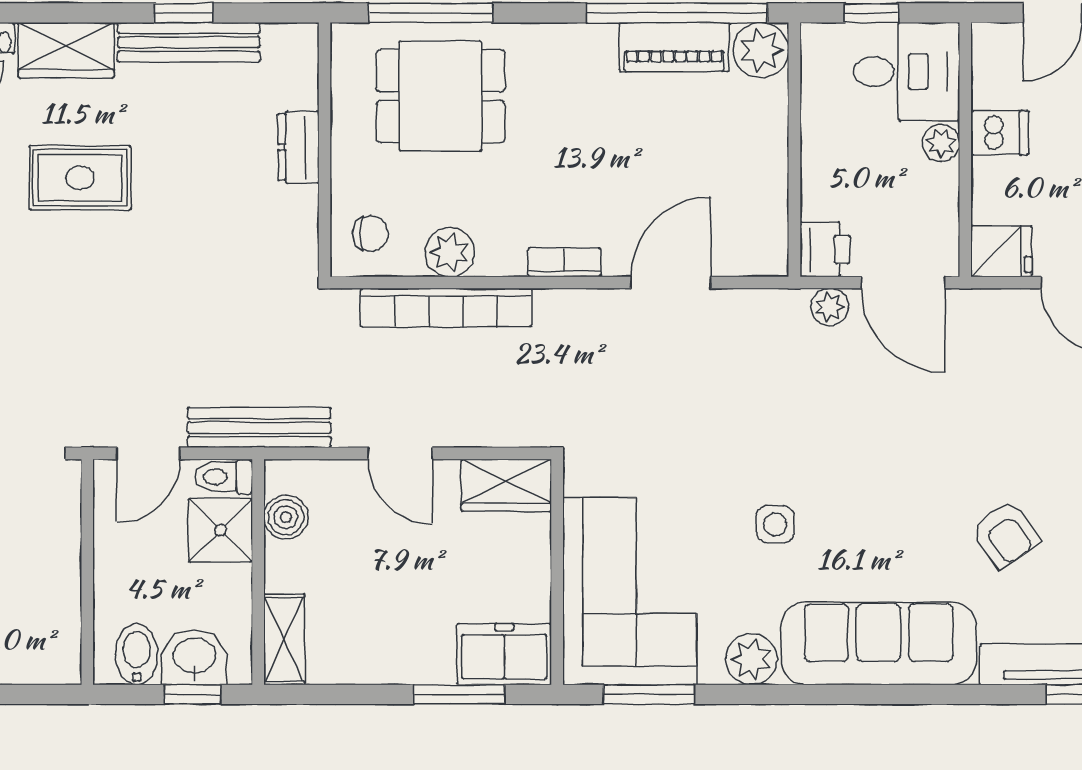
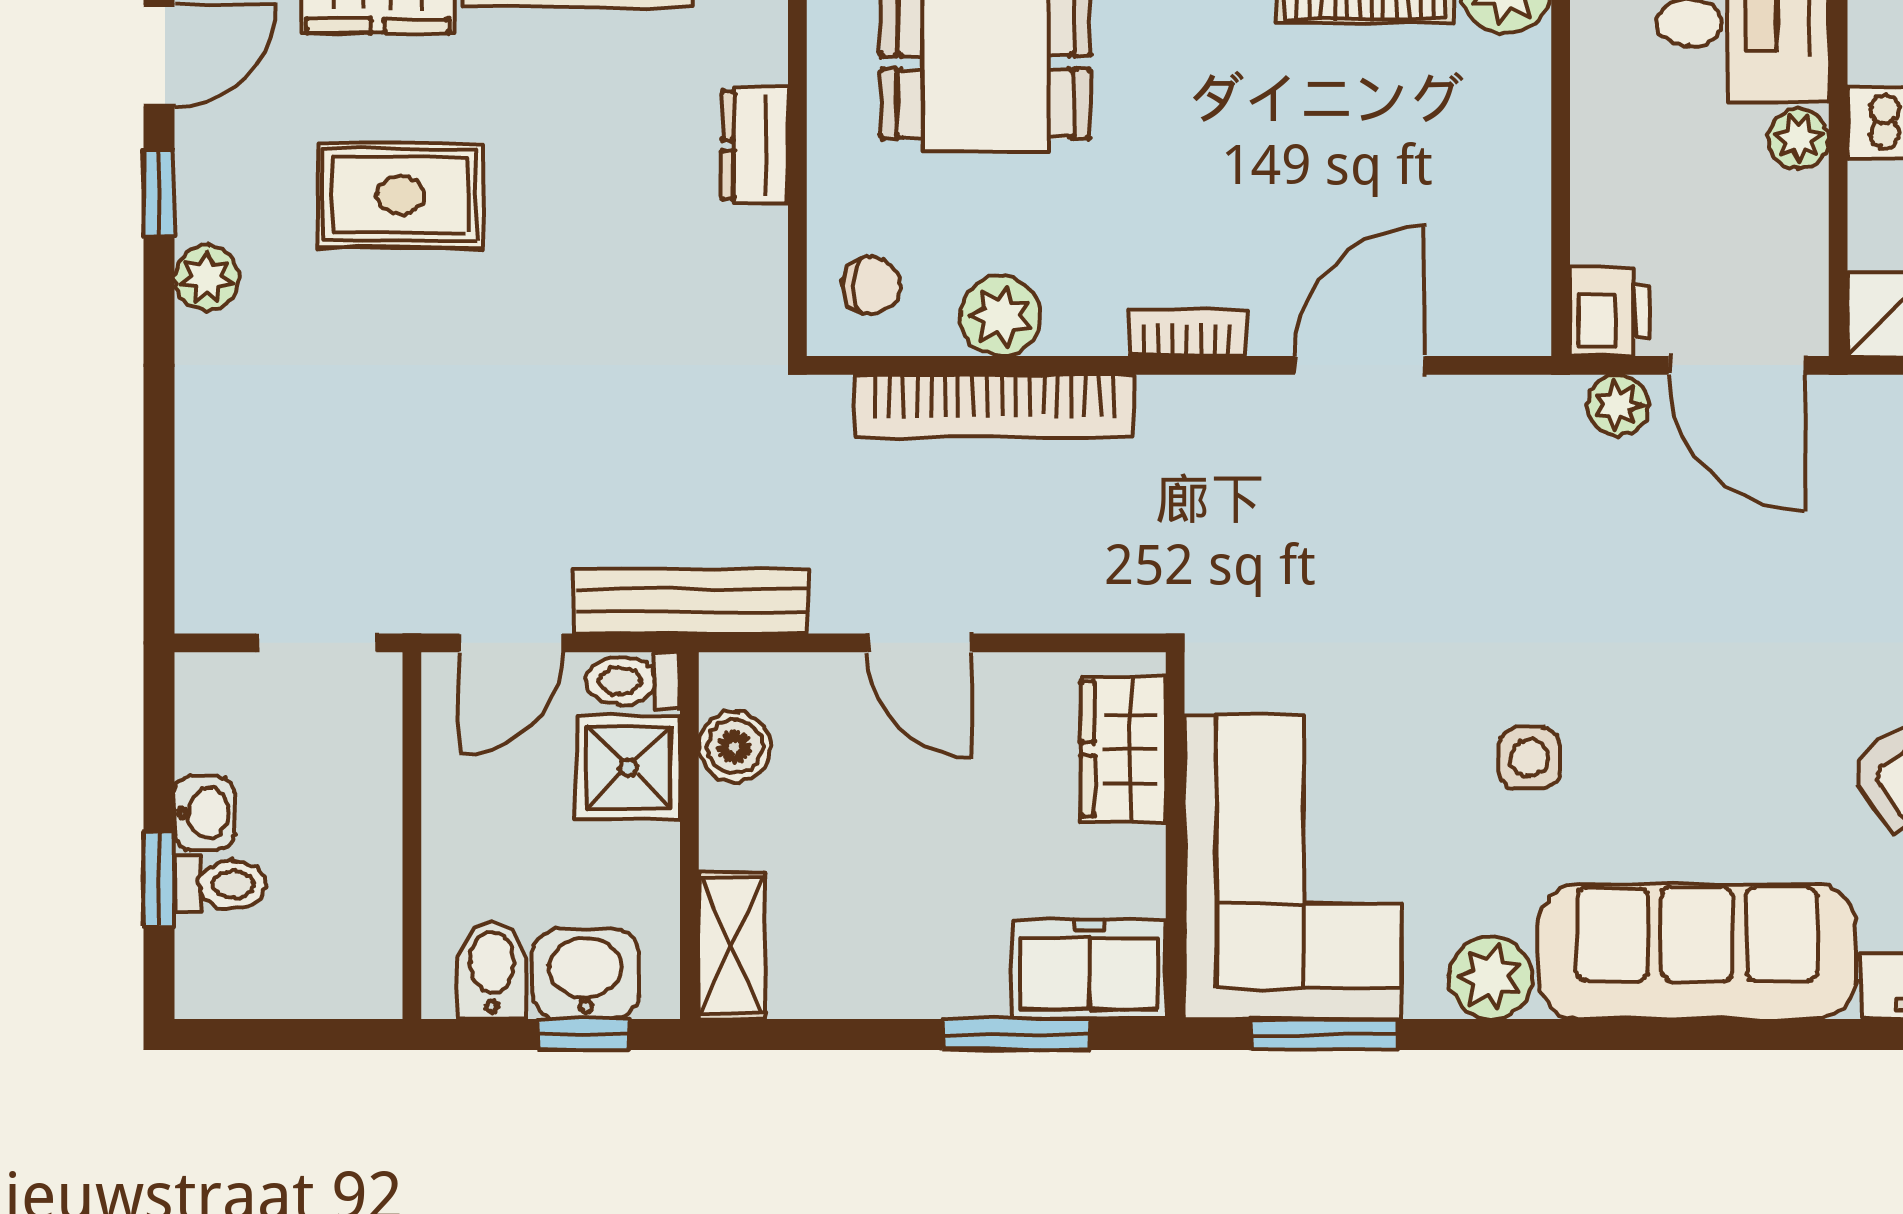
wardrobe: (506, 485) -> (1123, 749), moved, turned 90

